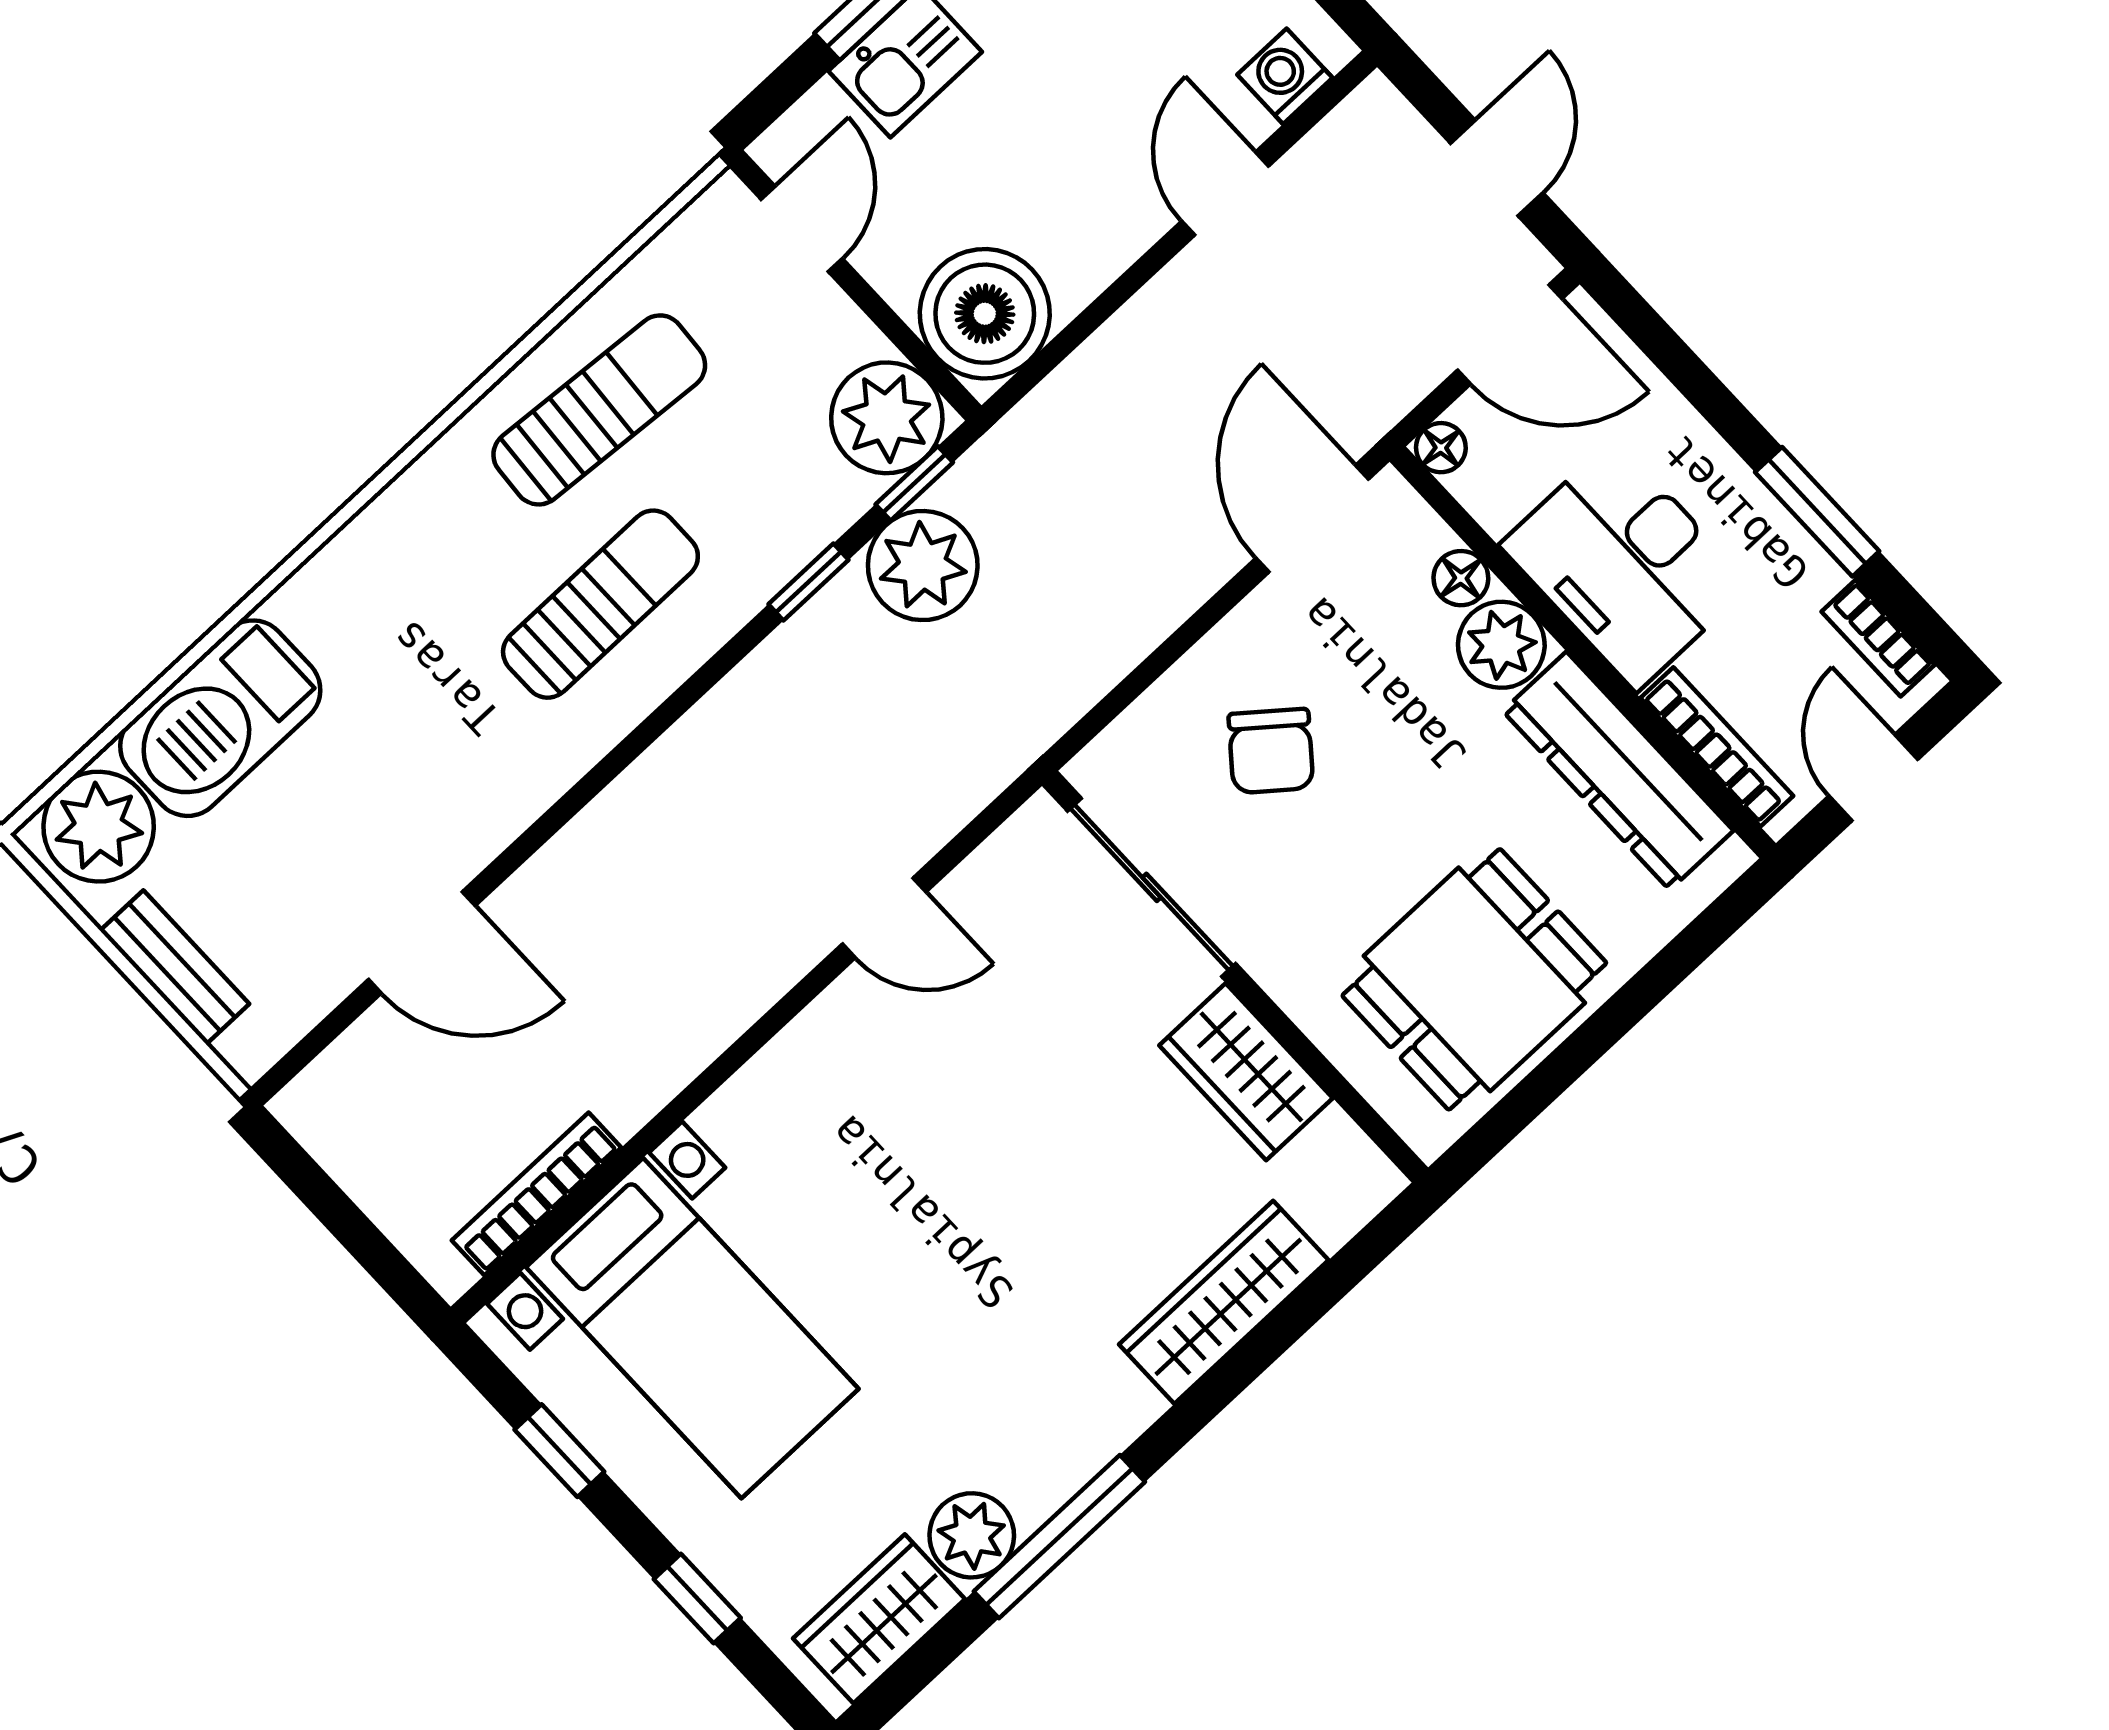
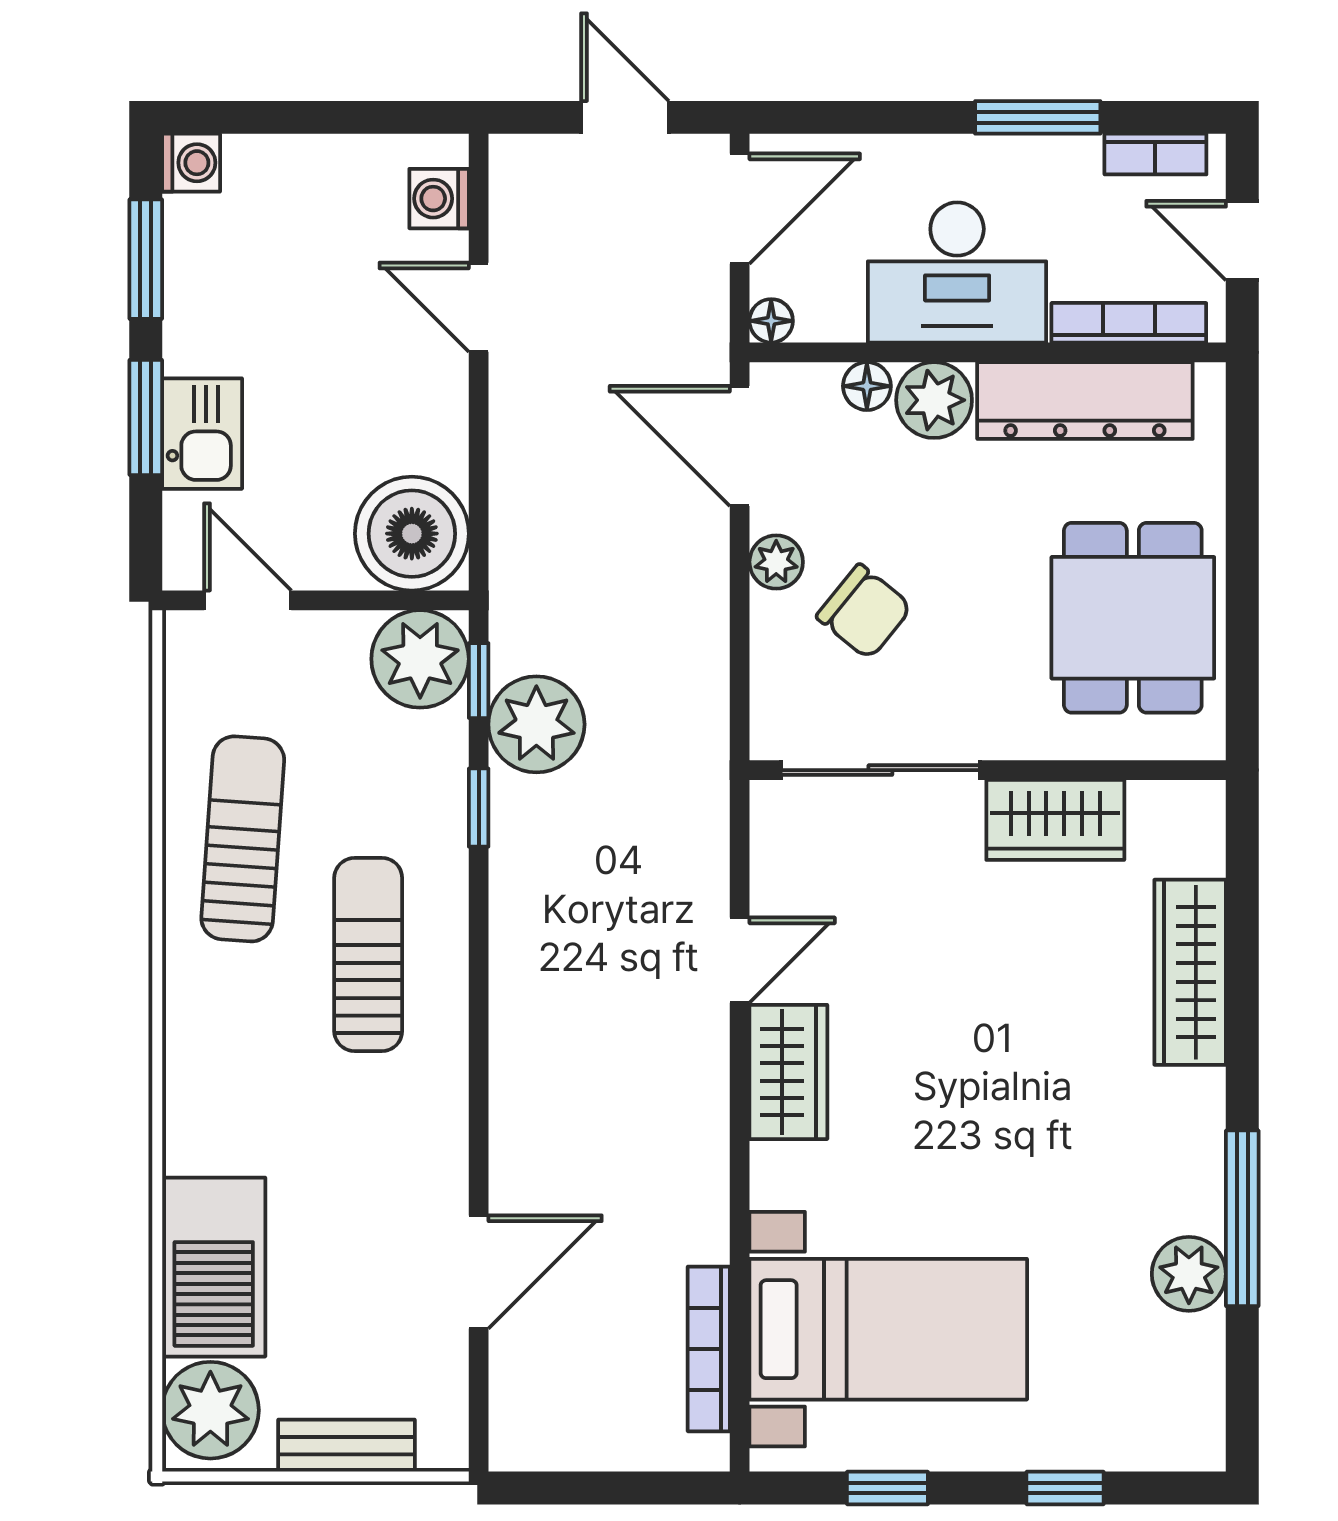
plant: (1244, 639) -> (776, 562), added
wardrobe: (879, 1619) -> (788, 1072), moved, turned 180

